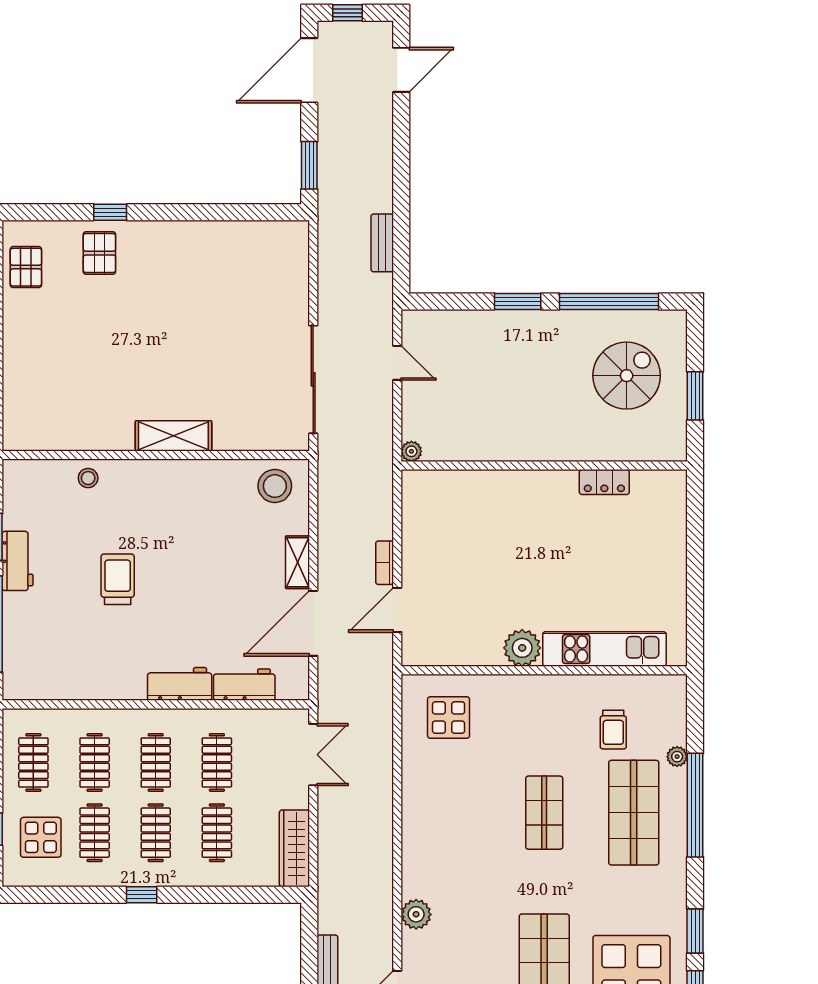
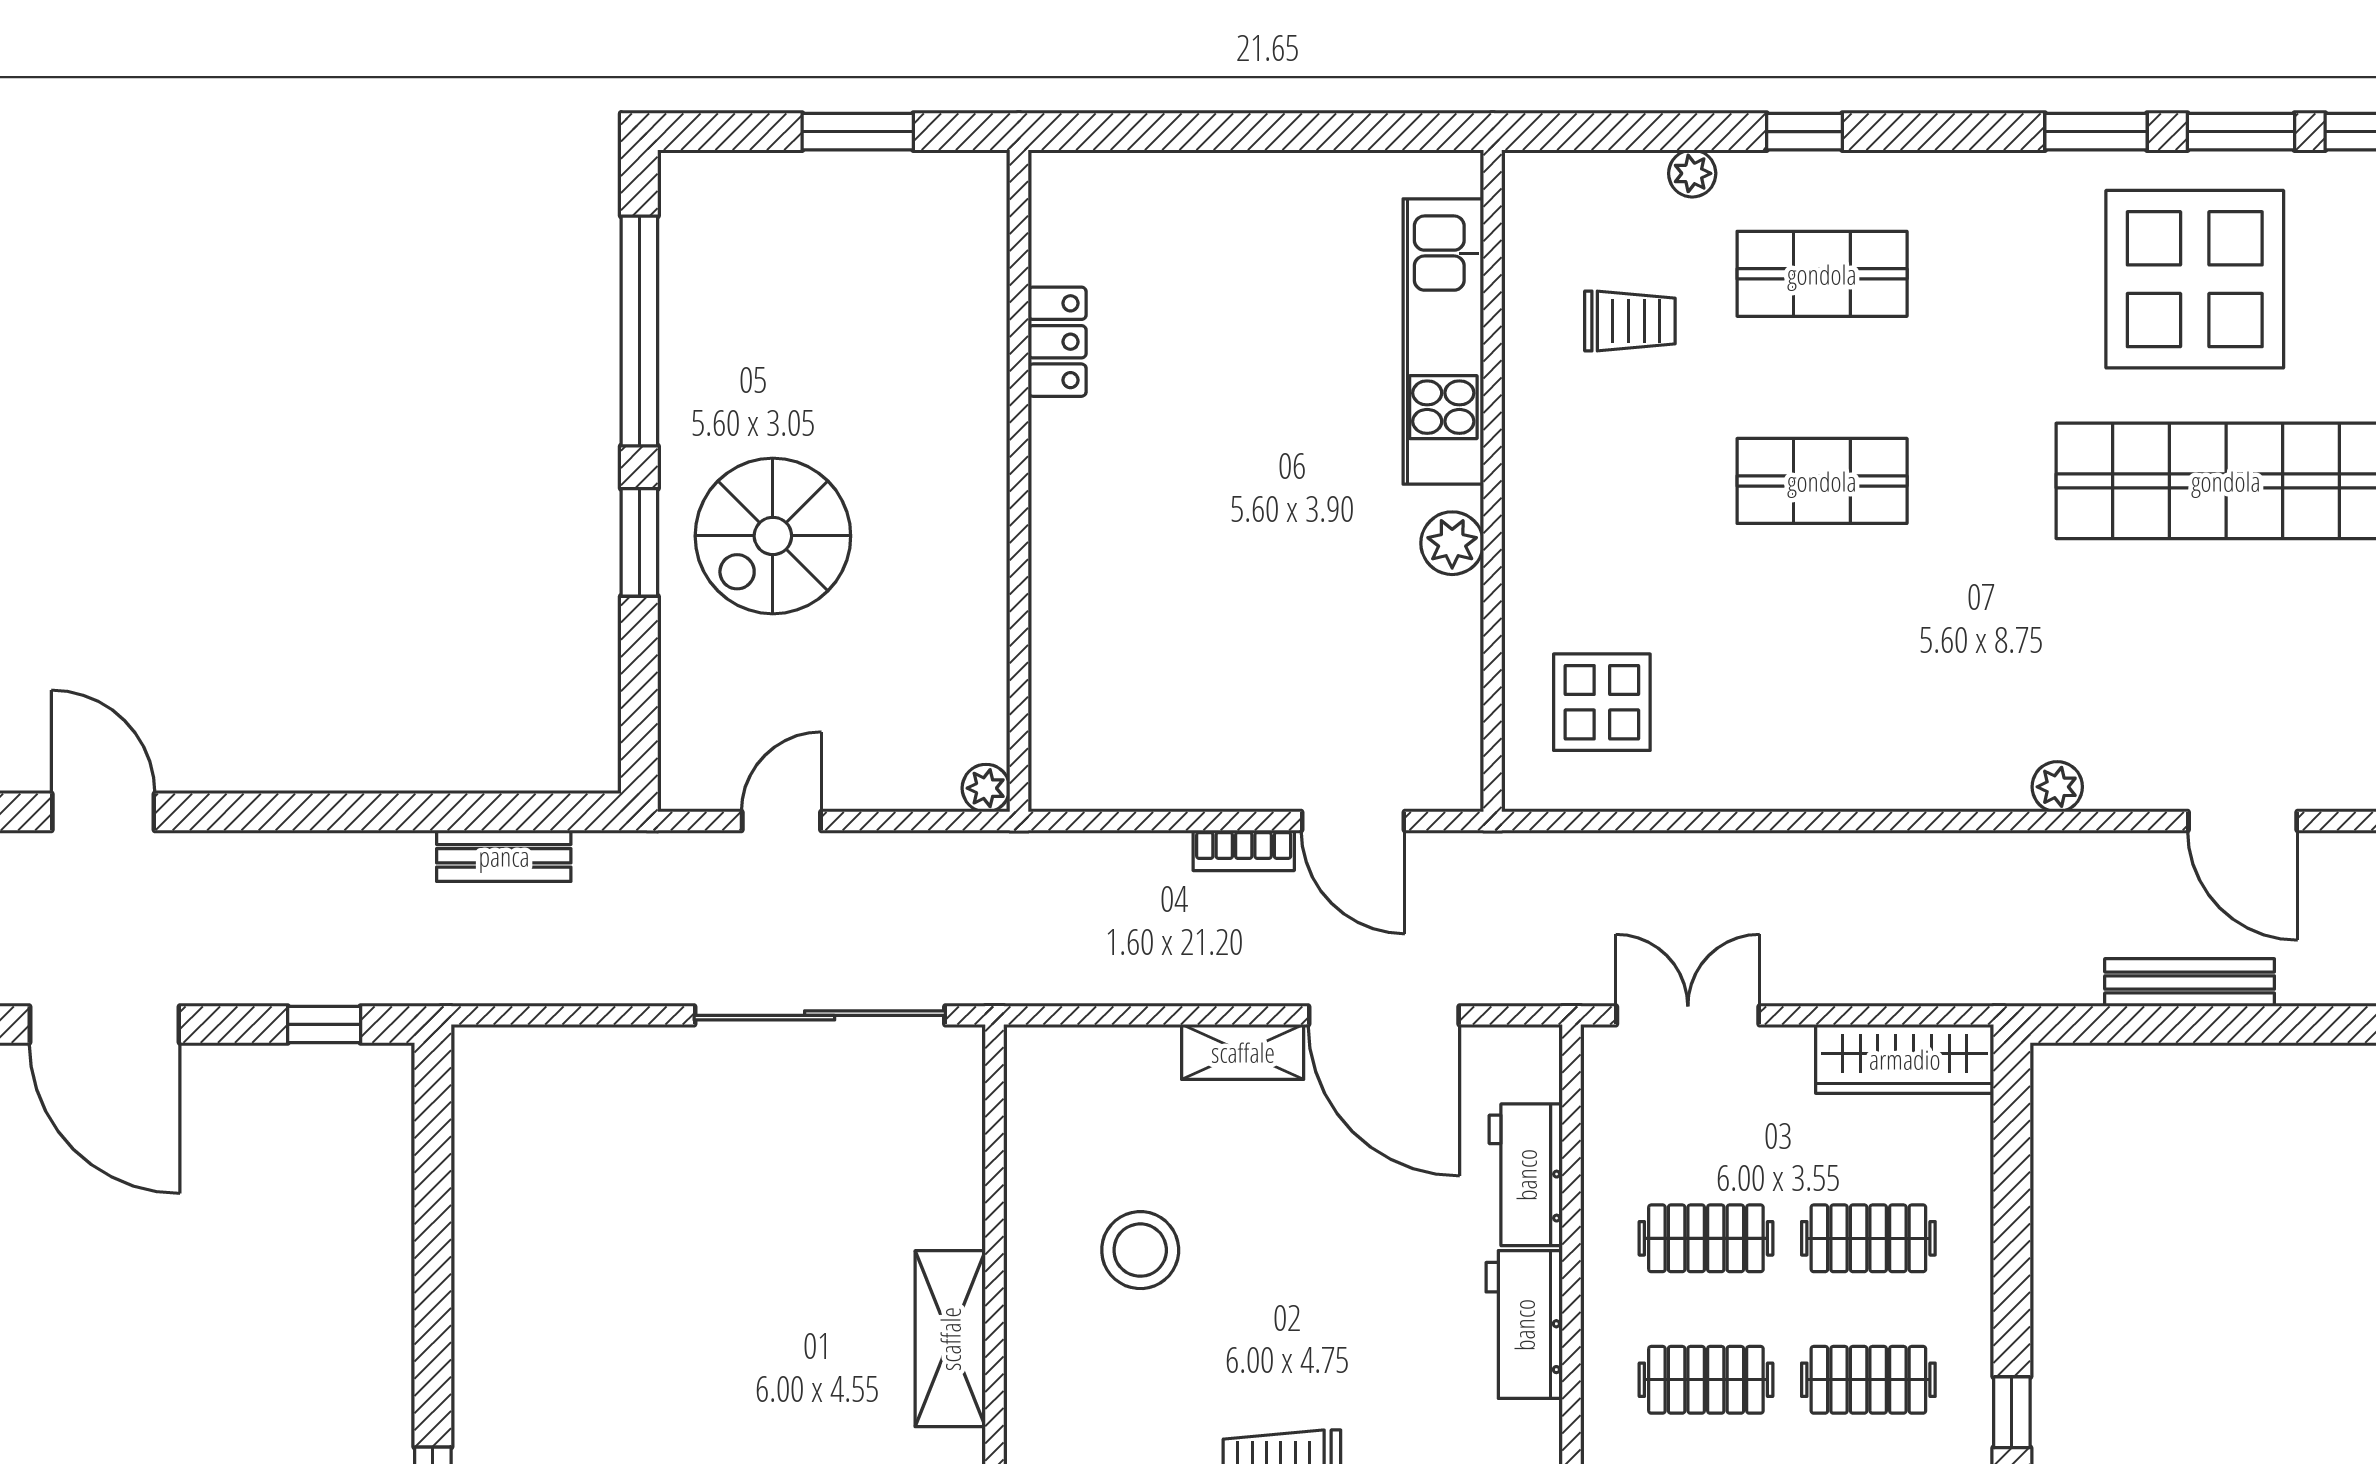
window: (309, 165) -> (324, 1024), width x0.67
spiral stairs: (627, 376) -> (773, 536), moved, turned -90
stool: (275, 486) -> (1140, 1250), moved
plant: (522, 648) -> (1452, 543), width x0.73, depth x0.73
window: (695, 805) -> (1805, 132), width x0.32
shop shelf: (634, 813) -> (1822, 274), width x0.70, depth x0.74
plant: (416, 914) -> (2057, 787), width x0.73, depth x0.73

